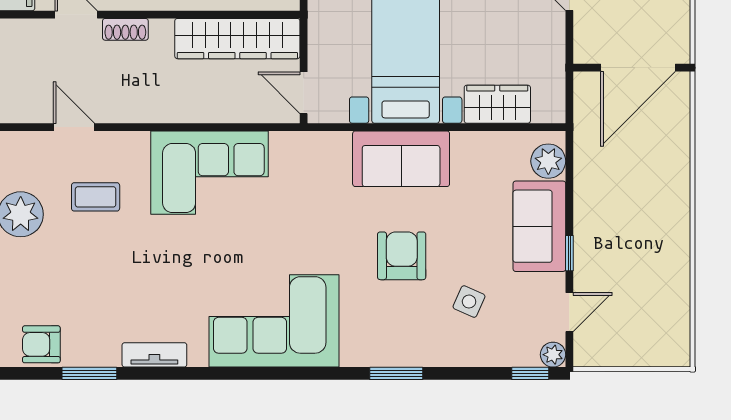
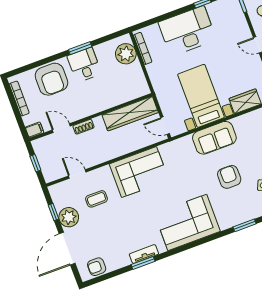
window: (89, 373) -> (143, 263), moved

